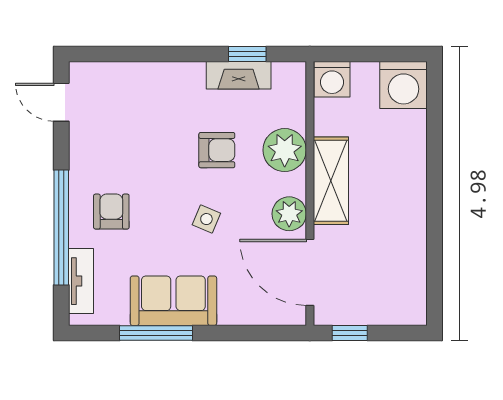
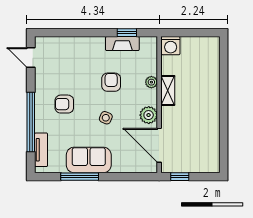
washing machine: (404, 85) -> (208, 49), removed
armchair: (217, 150) -> (111, 82), turned -90
plant: (285, 150) -> (151, 82), width x0.53, depth x0.53
shelving: (331, 181) -> (168, 90), width x0.67, depth x0.75
armchair: (111, 212) -> (64, 104), moved, turned -90

